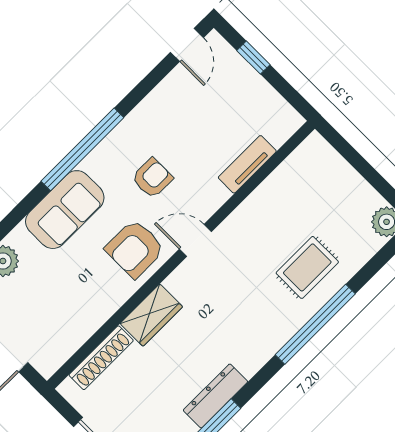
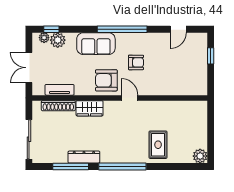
door: (187, 45) -> (178, 29), moved
tv unit: (247, 164) -> (60, 90), moved
rug: (307, 267) -> (158, 145), turned 90
window: (315, 324) -> (122, 167), moved

